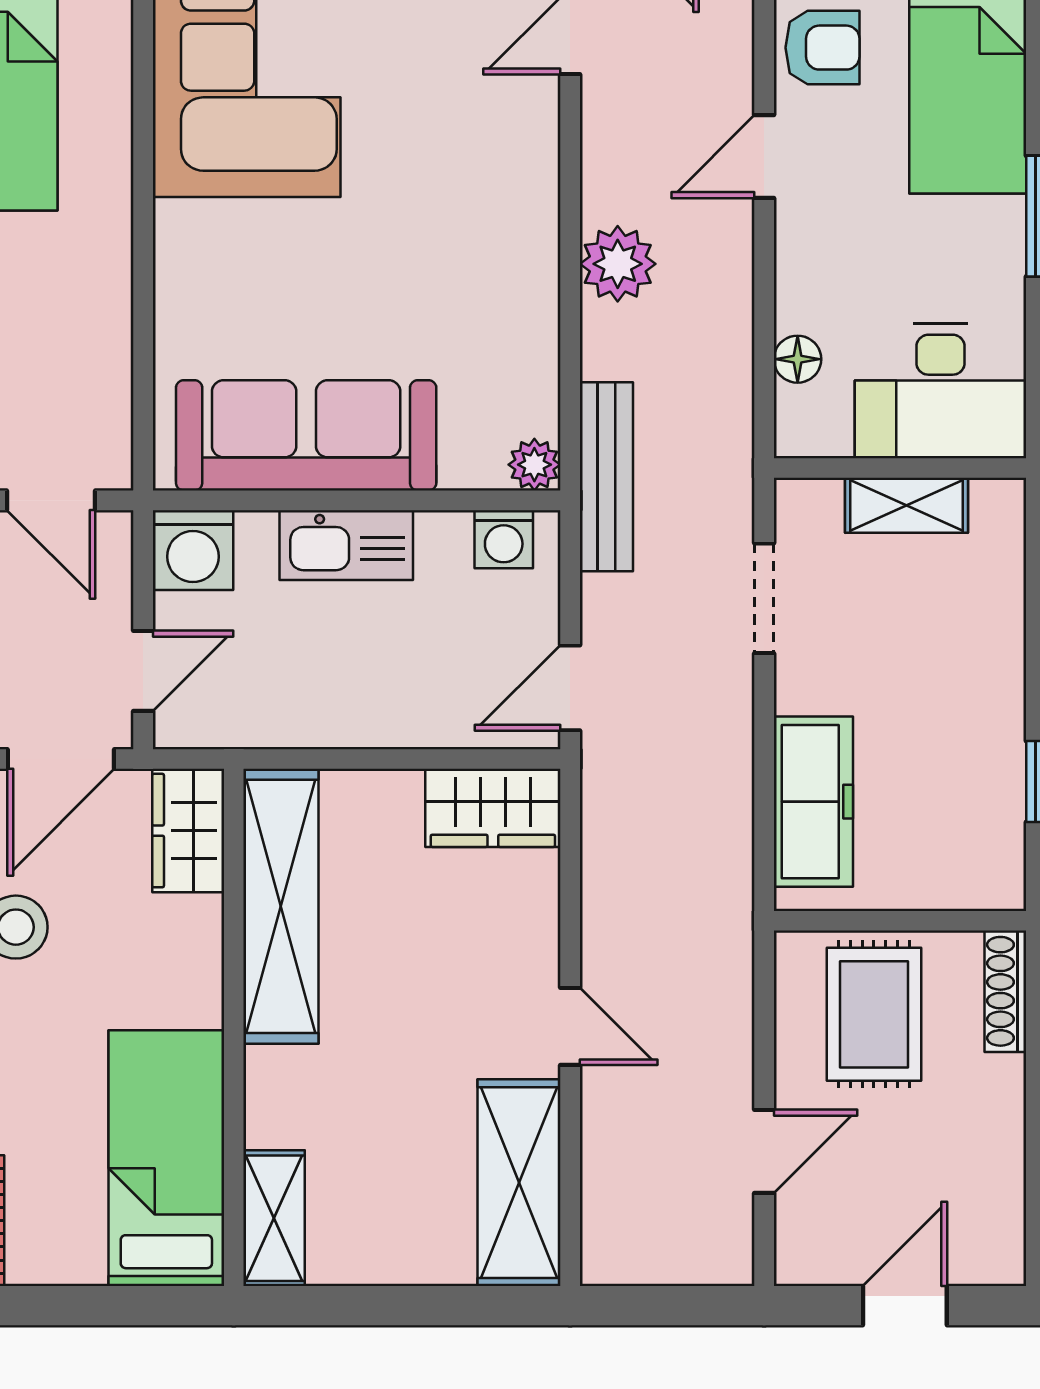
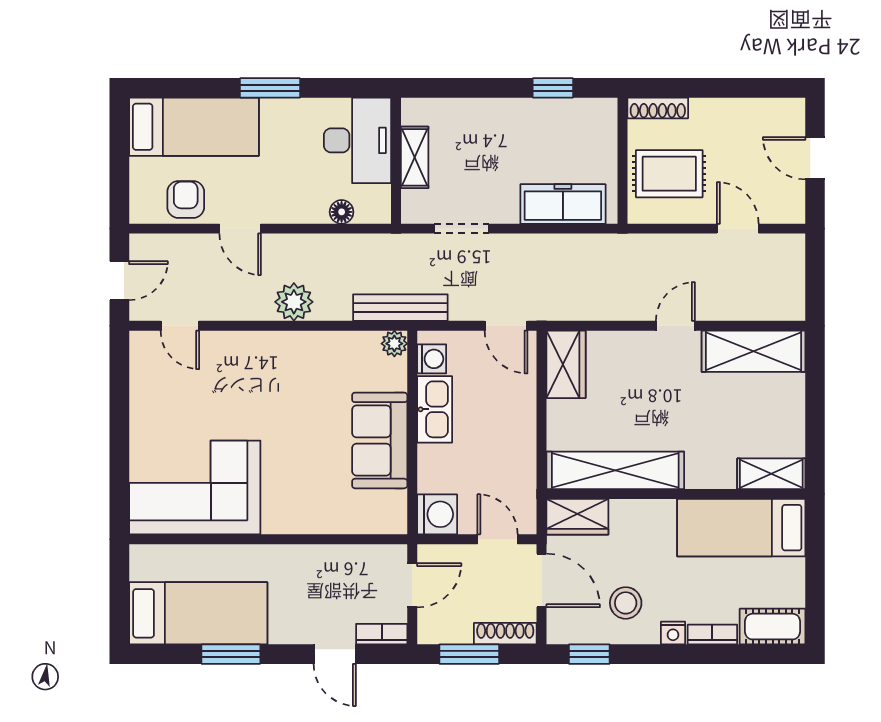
sofa: (306, 435) -> (380, 440), width x0.73
kitchen sink: (346, 545) -> (435, 409), moved

